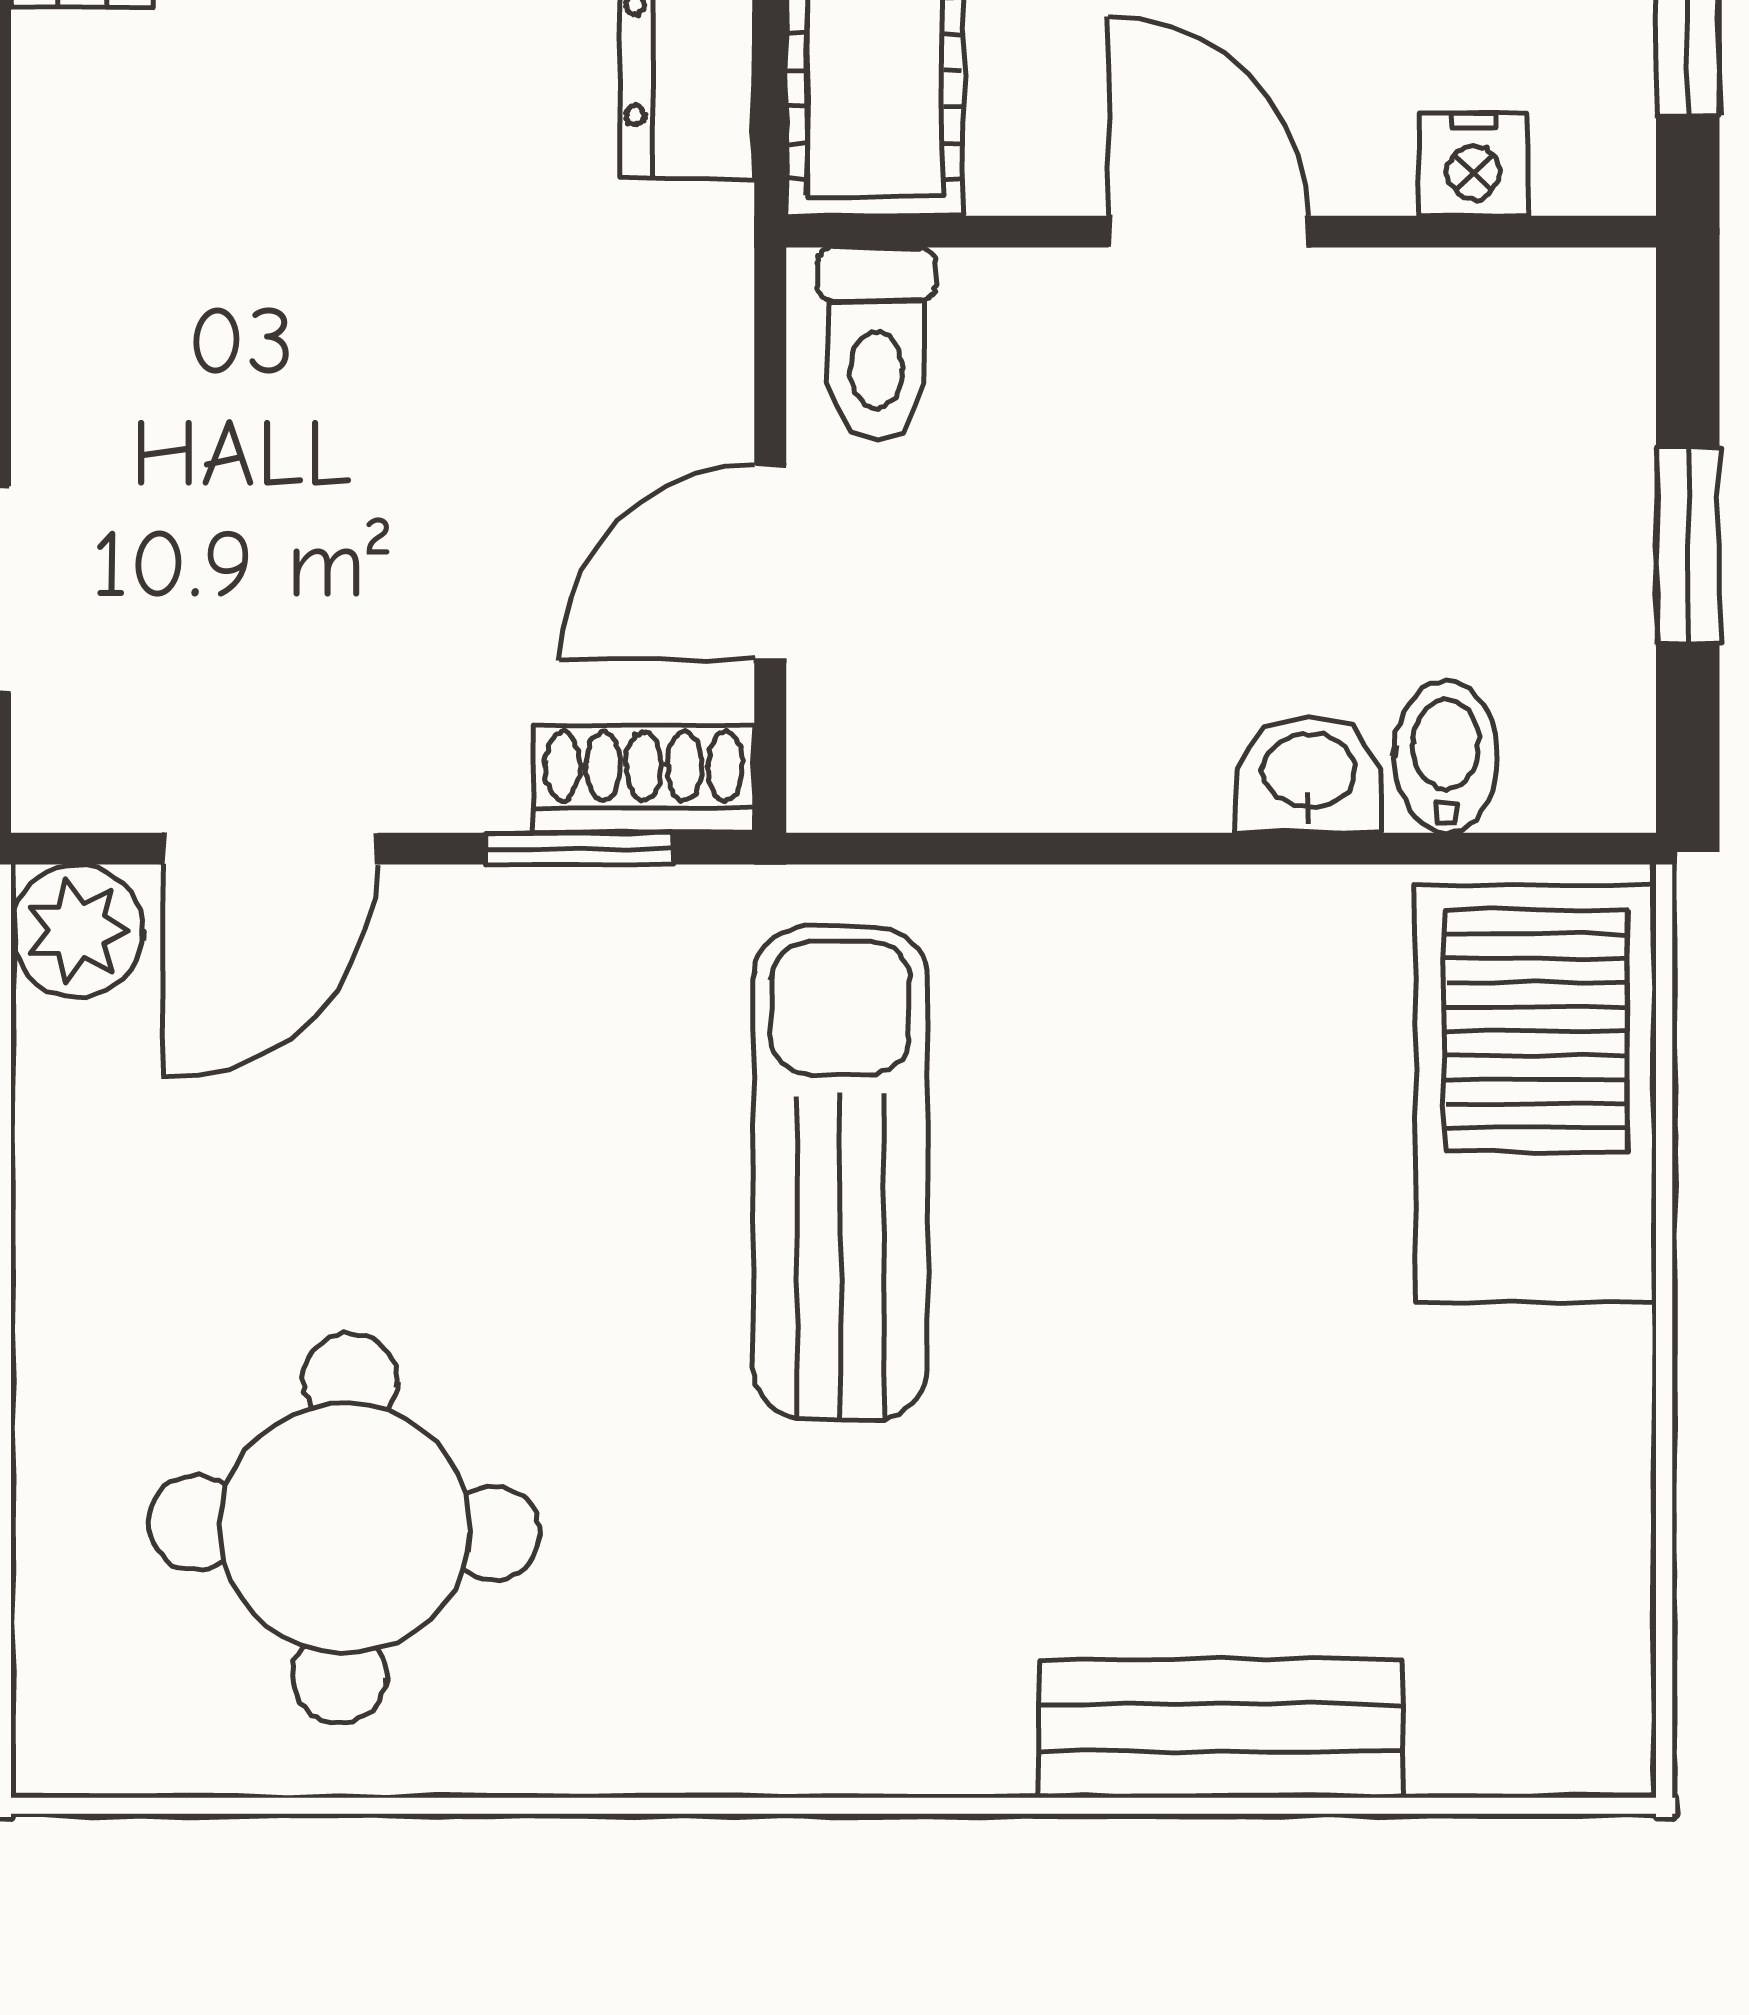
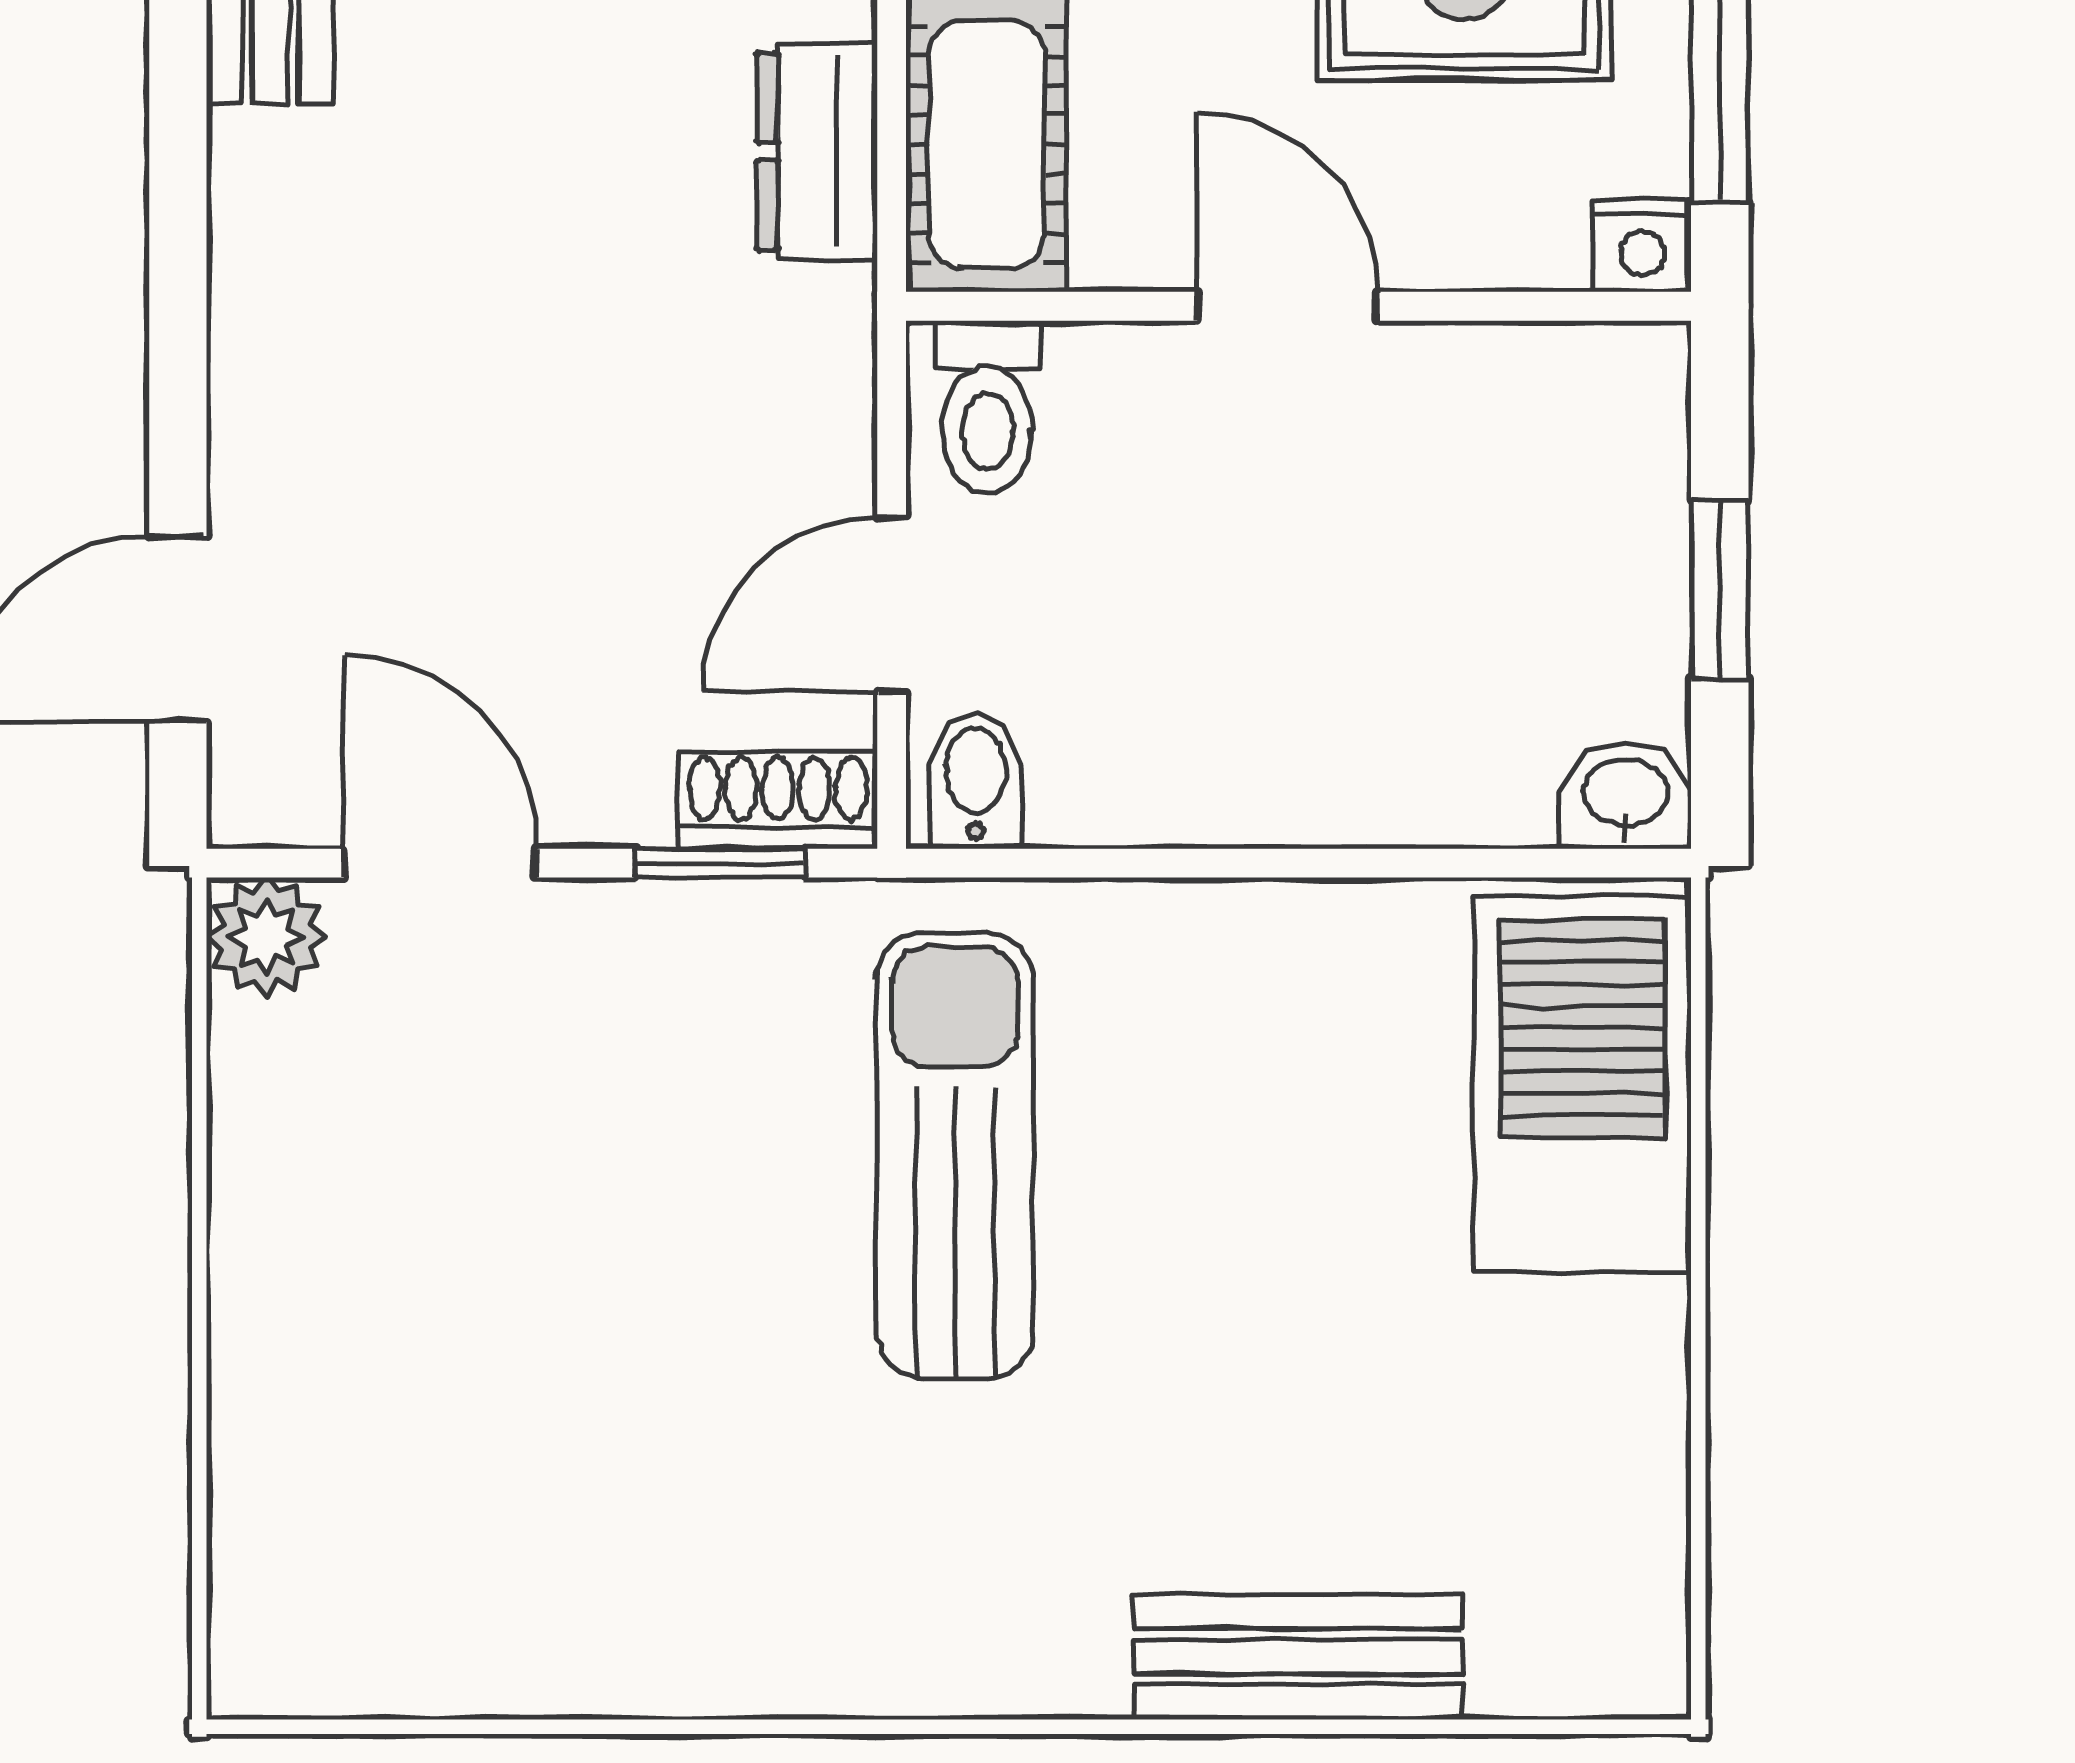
nightstand: (1473, 165) -> (1642, 246), moved
bidet: (1446, 757) -> (976, 780), moved
washbasin: (1309, 774) -> (1625, 796), moved
door: (270, 849) -> (441, 863), swing flipped
round table: (345, 1528) -> (508, 1476), removed

